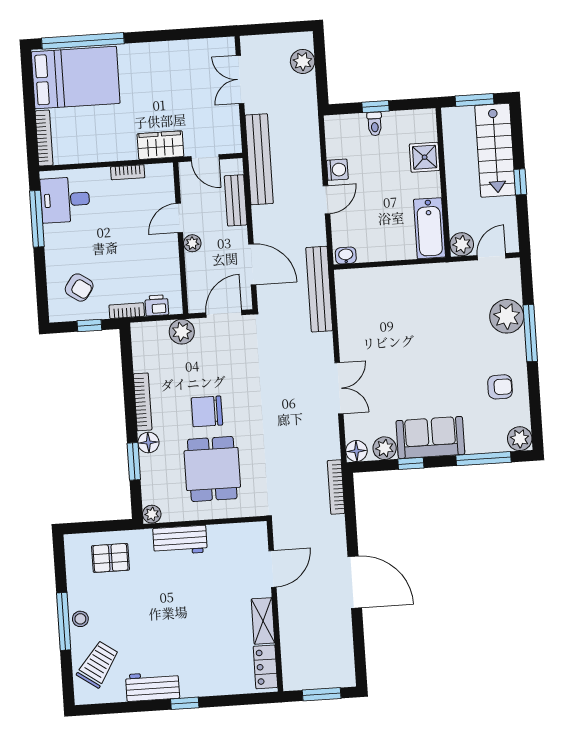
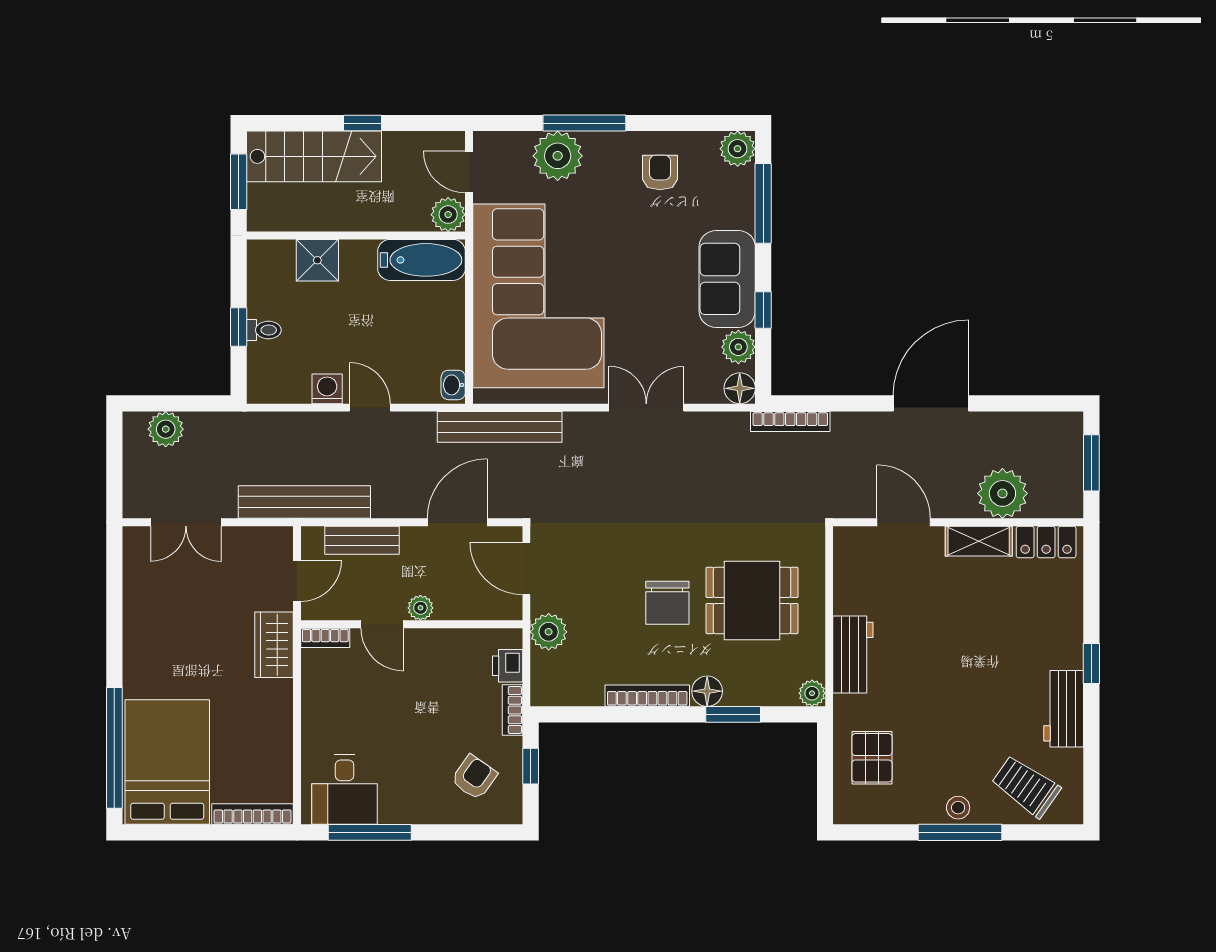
bookcase: (128, 172) -> (325, 638), moved, turned 90
corner sofa: (410, 310) -> (538, 296), added
plant: (297, 635) -> (1002, 493), added

